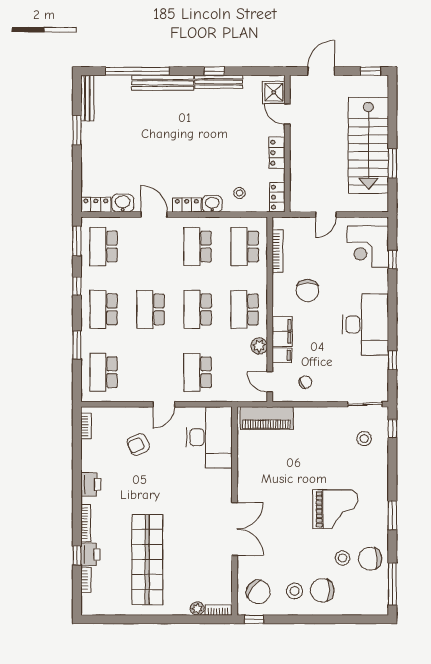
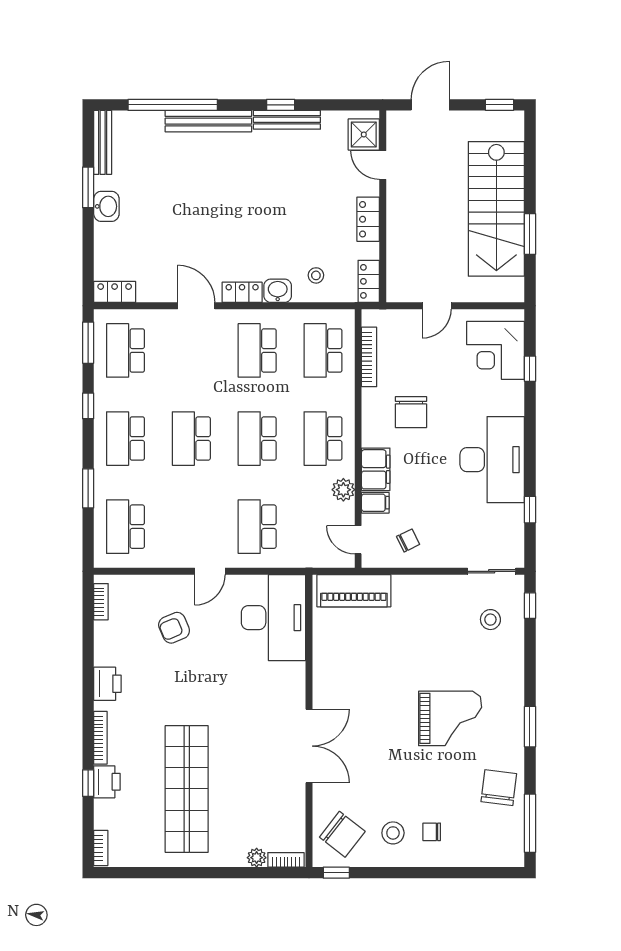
washbasin: (123, 203) -> (106, 206), moved, turned 90
stool: (343, 558) -> (460, 787), removed
chair: (370, 559) -> (499, 788), turned 101
bookcase: (86, 580) -> (101, 848), moved
chair: (322, 590) -> (432, 832), width x0.54, depth x0.54

